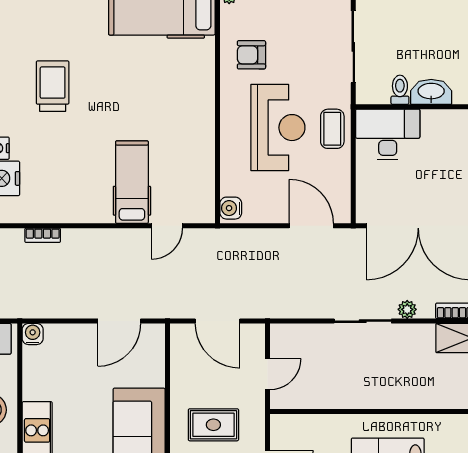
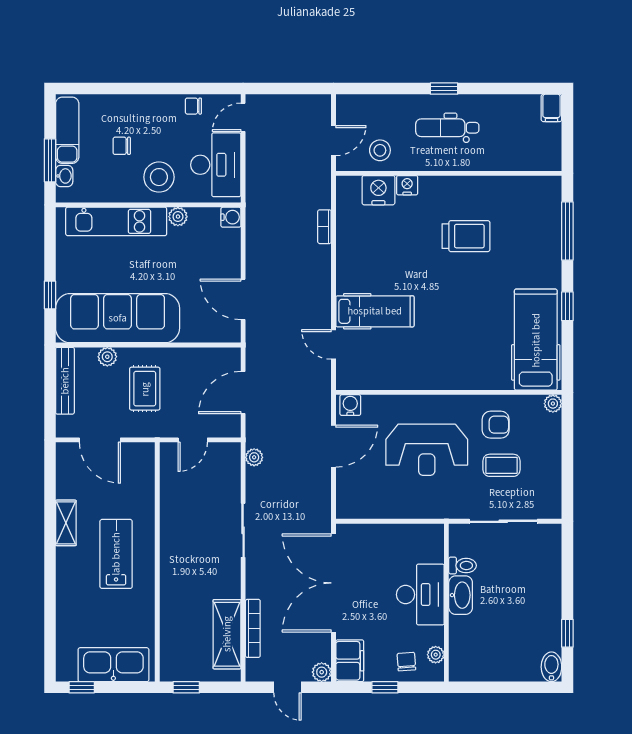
armchair: (251, 55) -> (496, 425), turned 90
coffee table: (332, 129) -> (502, 465), moved
desk: (388, 134) -> (420, 595), moved
door: (311, 226) -> (334, 446), moved
plant: (407, 309) -> (254, 457), moved
door: (267, 374) -> (193, 440), hinge flipped
plant: (32, 390) -> (178, 217), added

